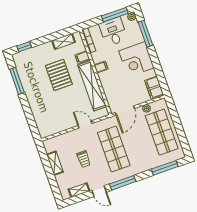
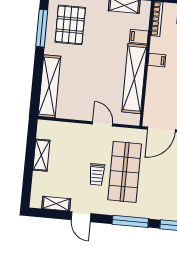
pallet: (59, 75) -> (70, 25), moved
shelving: (39, 116) -> (49, 86), added
trolley: (84, 159) -> (97, 174), moved
window: (123, 183) -> (130, 221), moved

